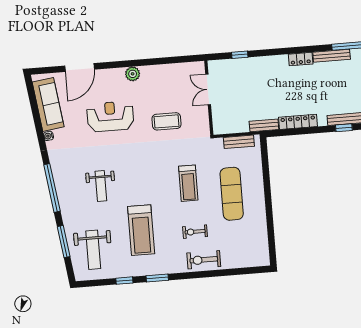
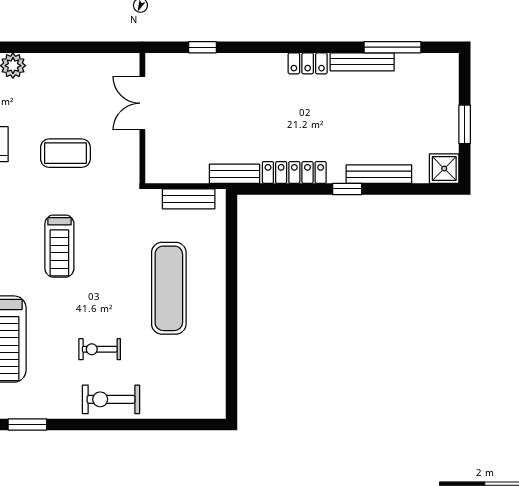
window: (344, 128) -> (347, 189), moved
treadmill: (188, 183) -> (59, 246), moved

